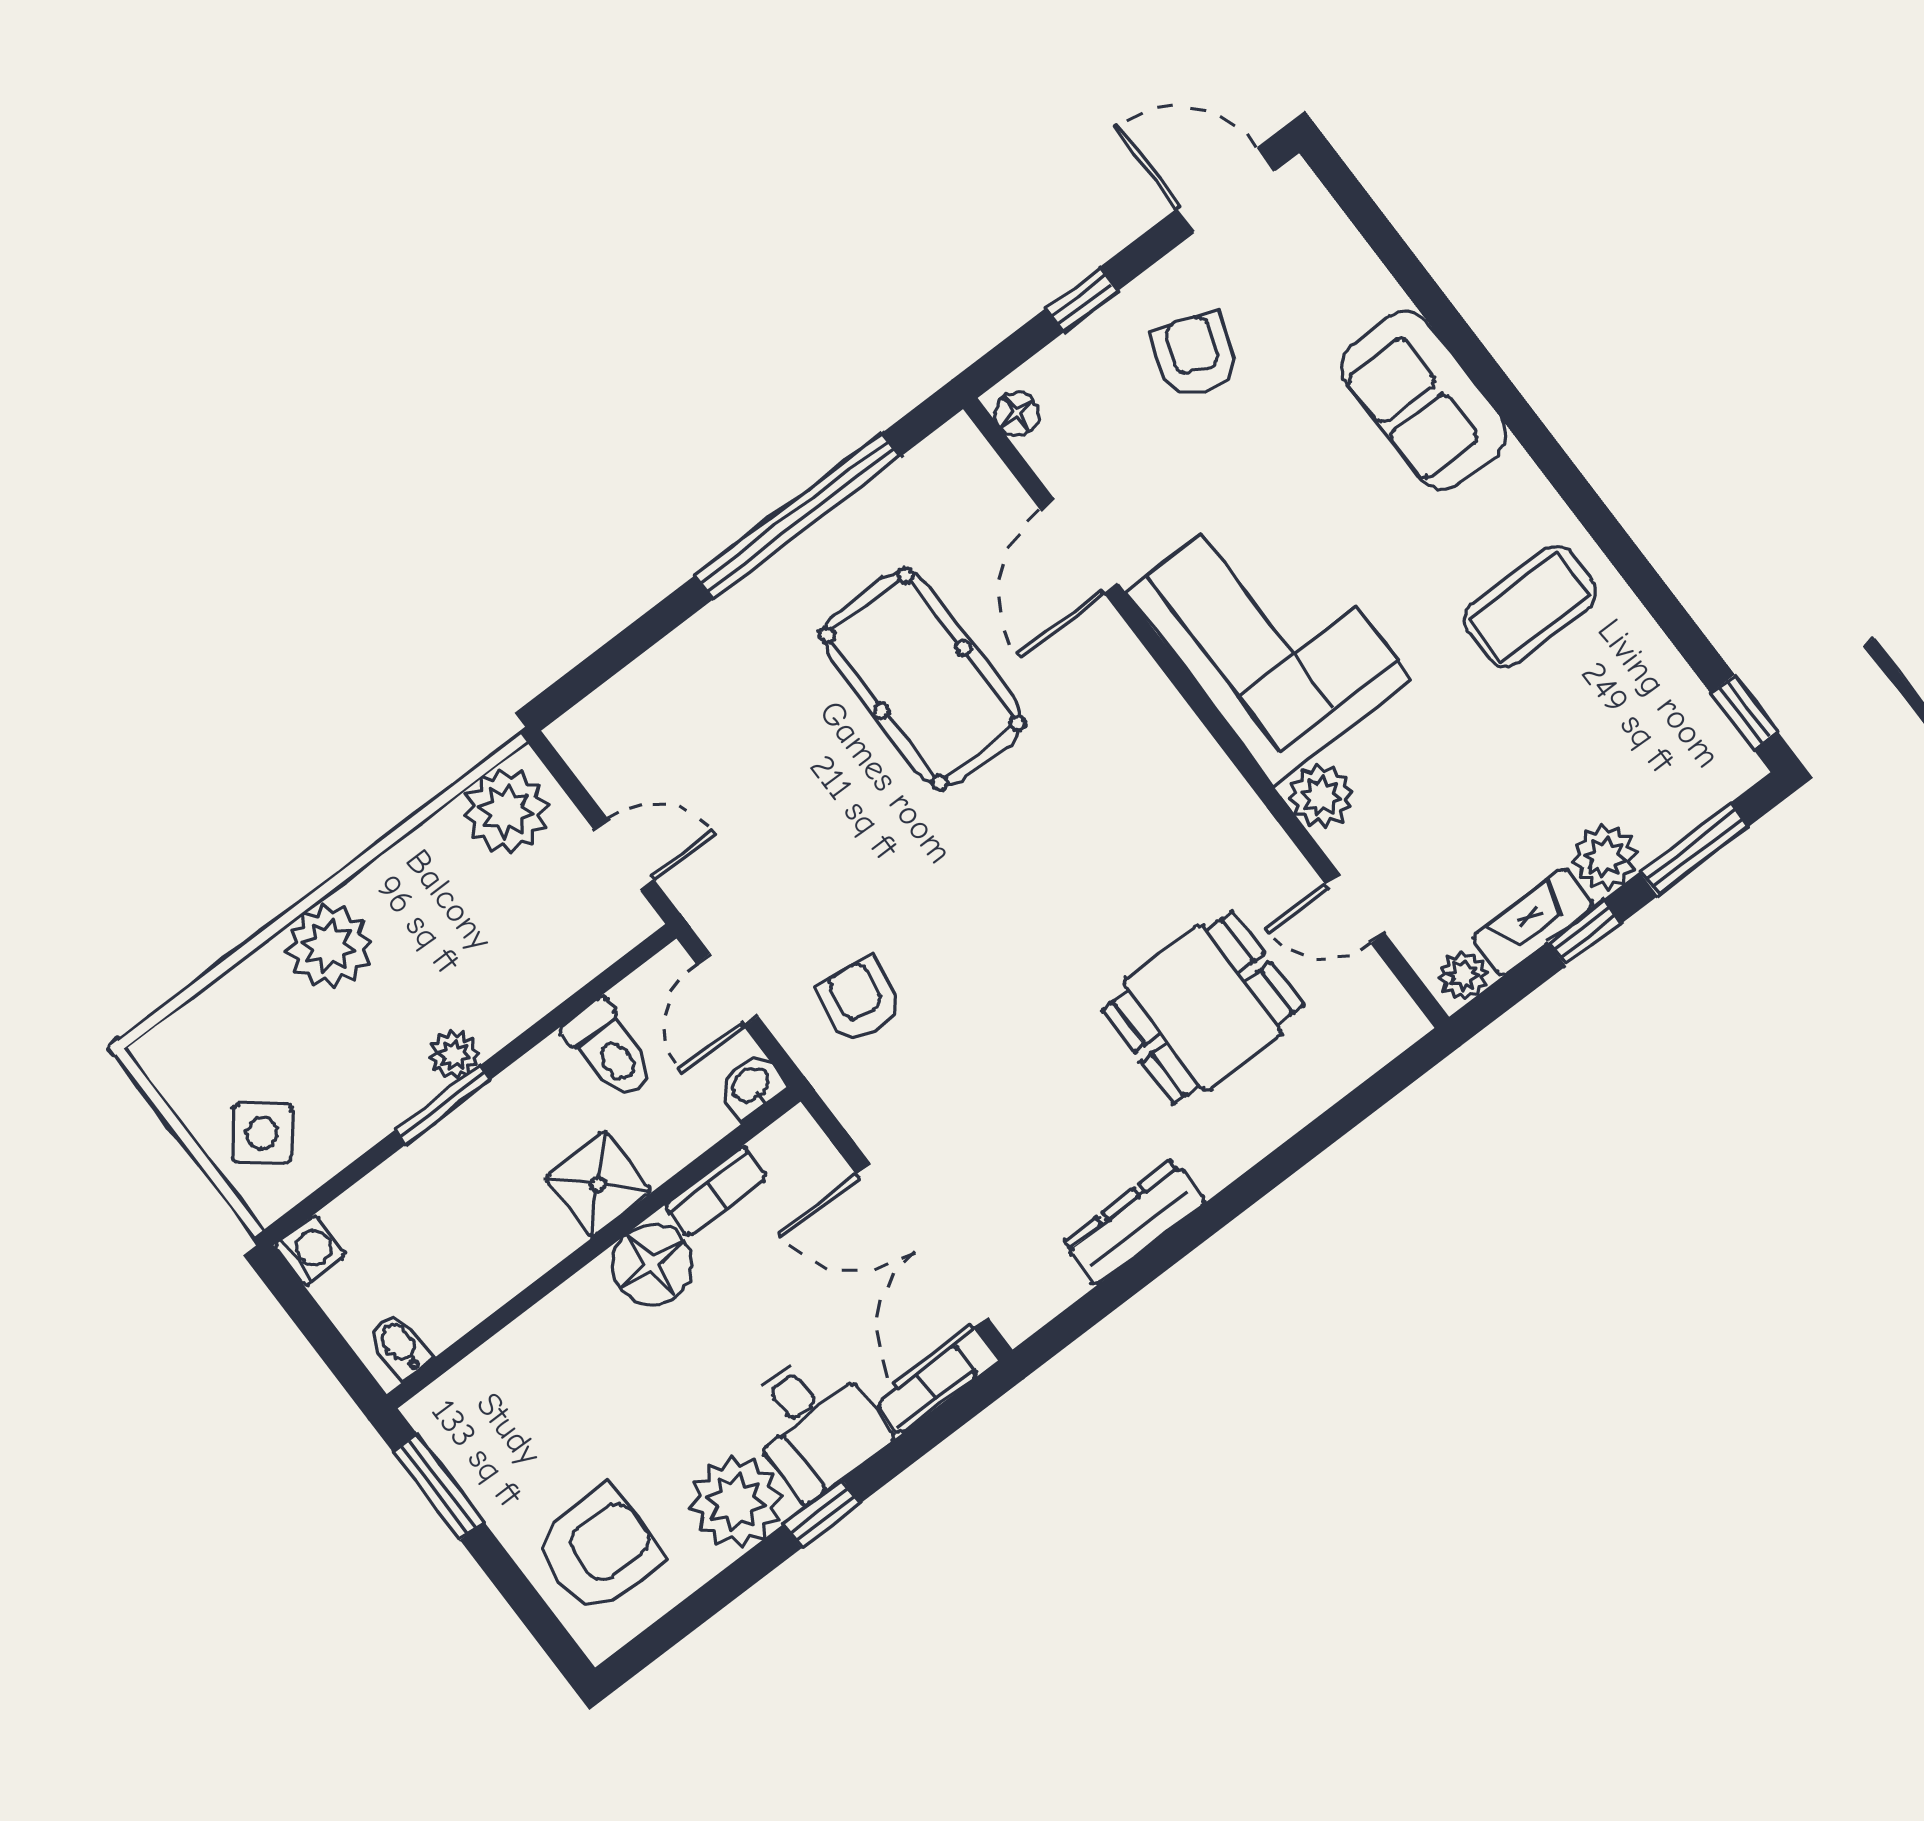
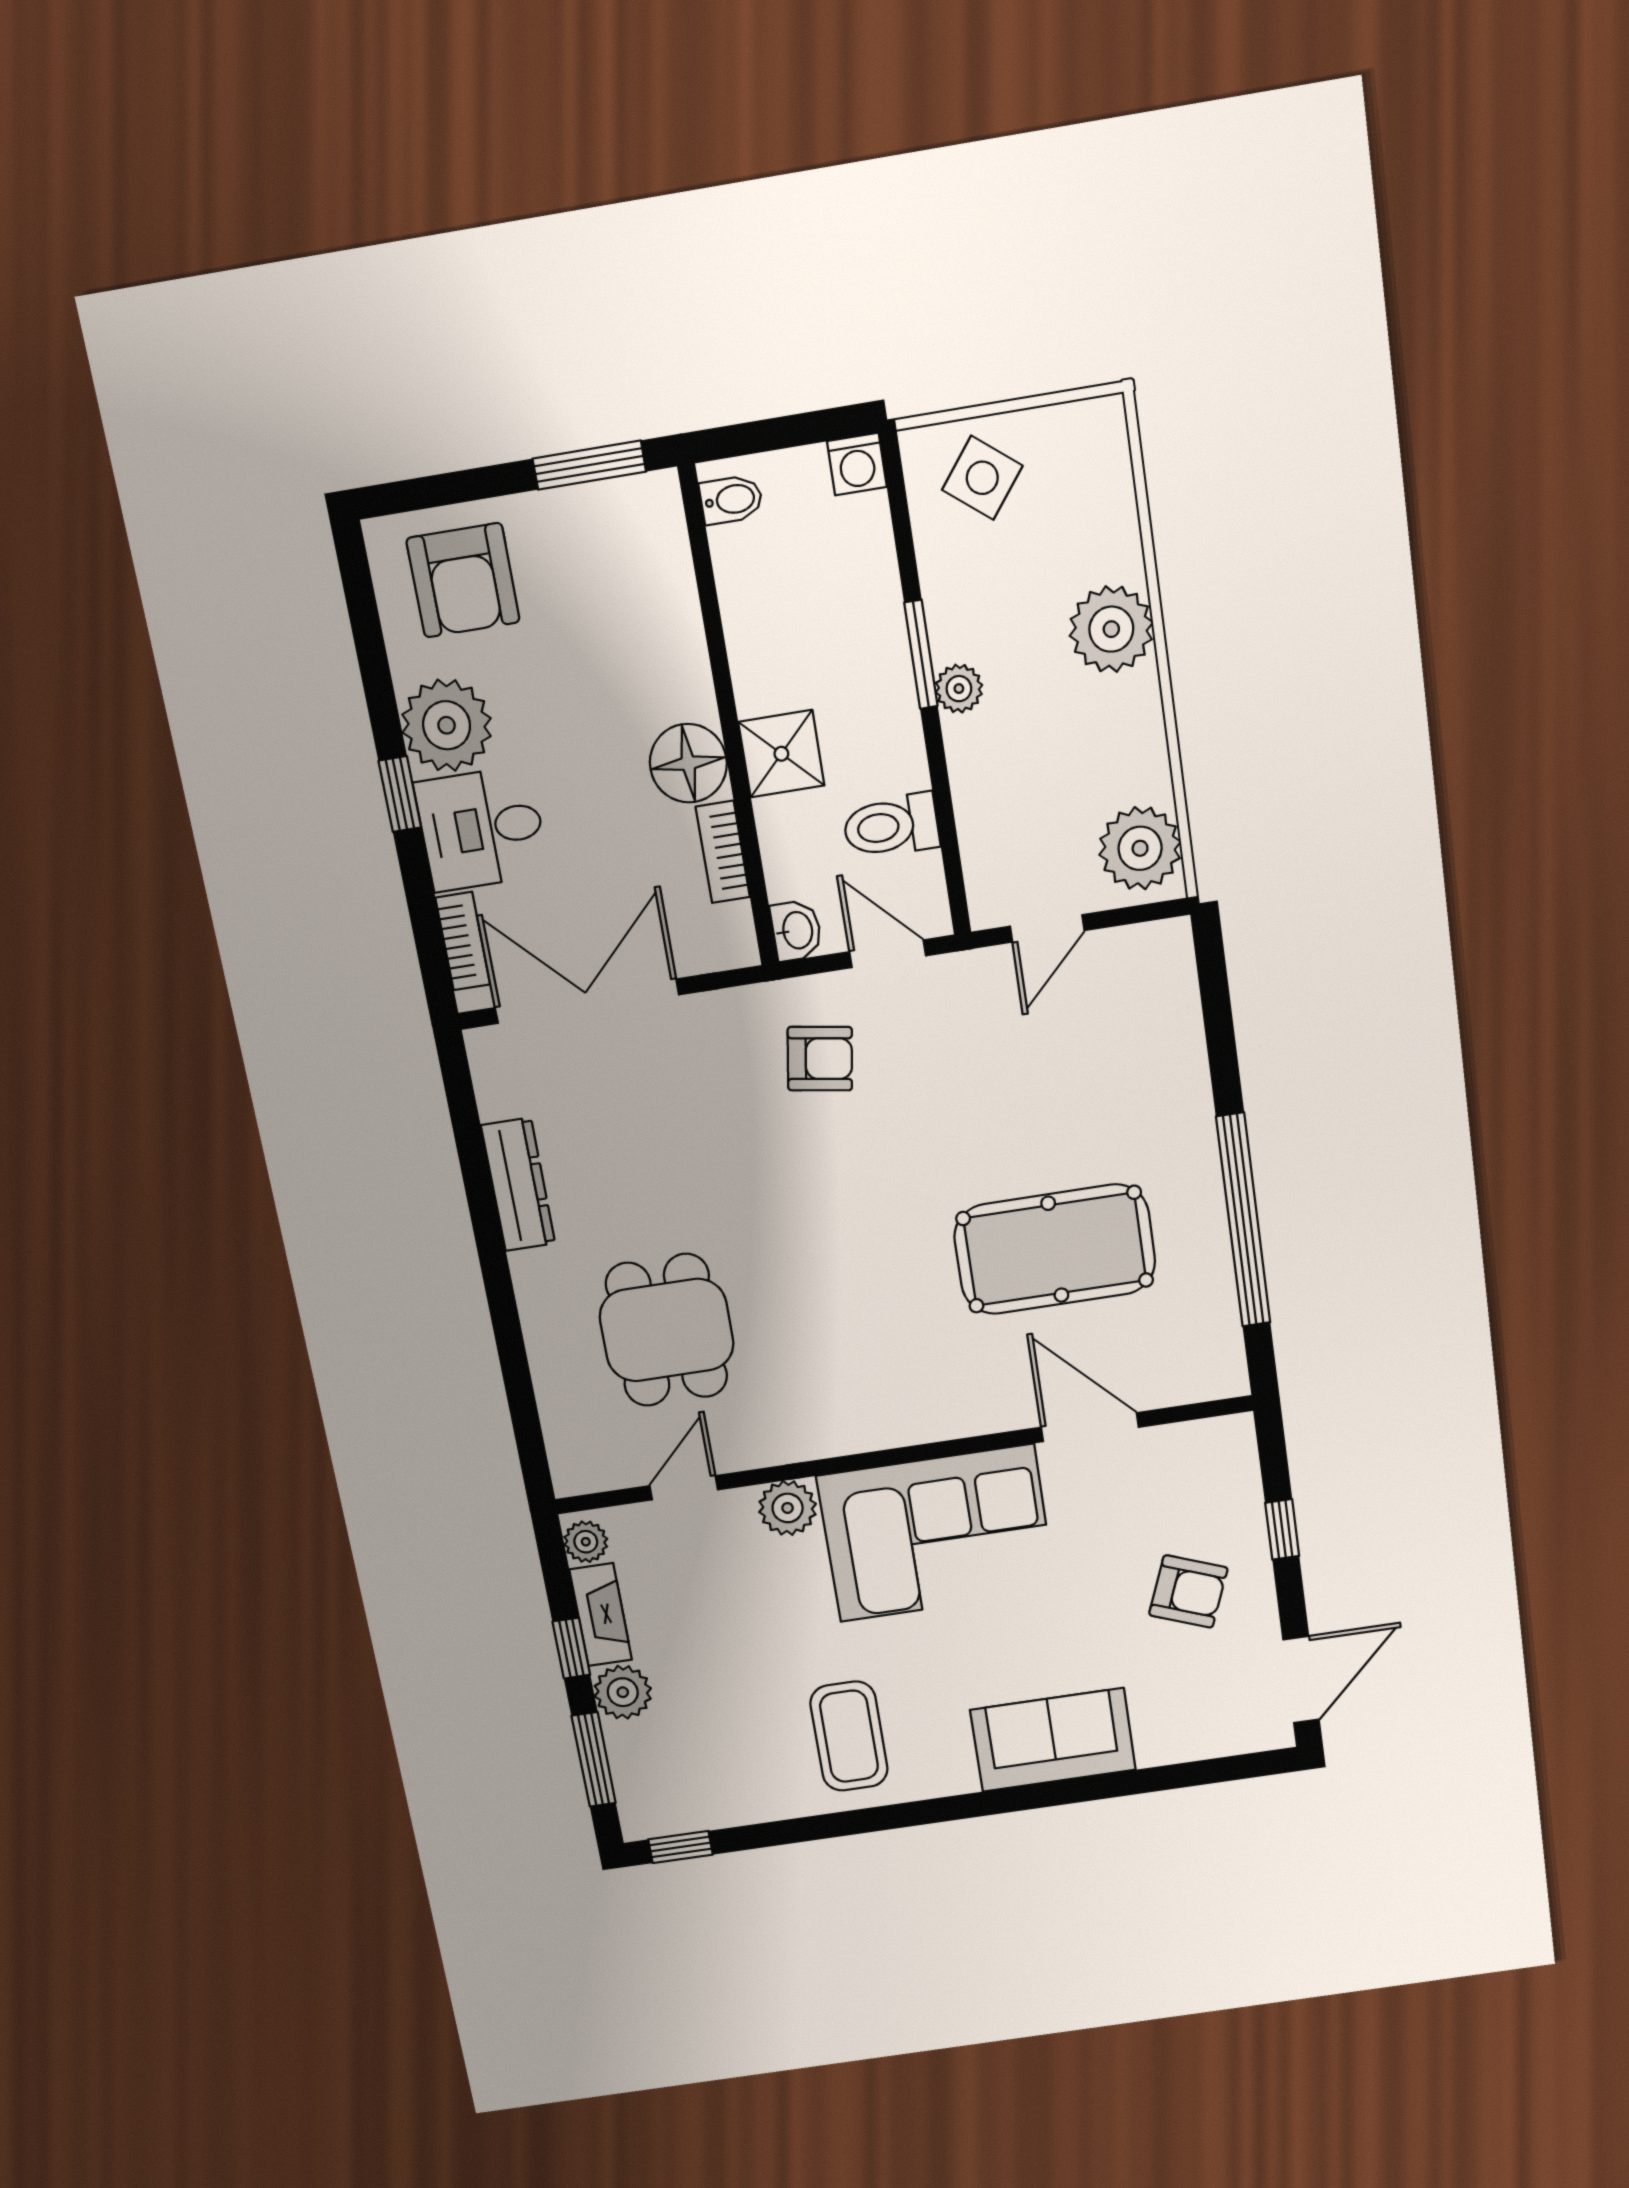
floor lamp: (1017, 414) -> (1223, 1434), removed

